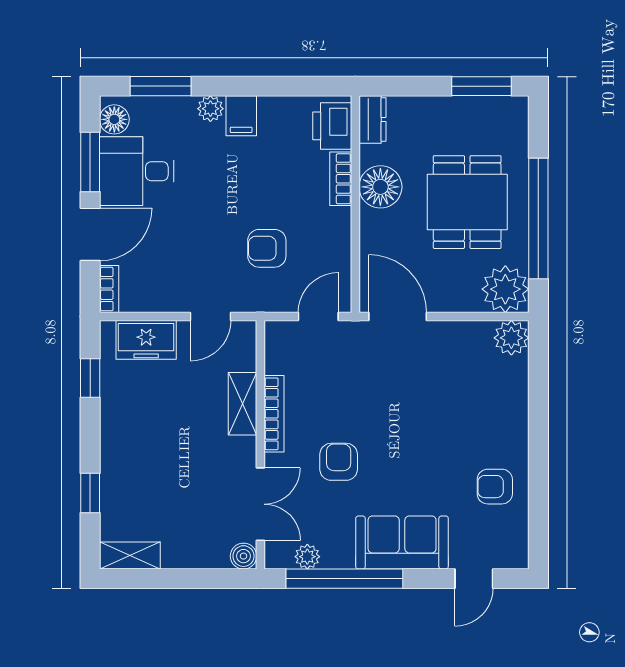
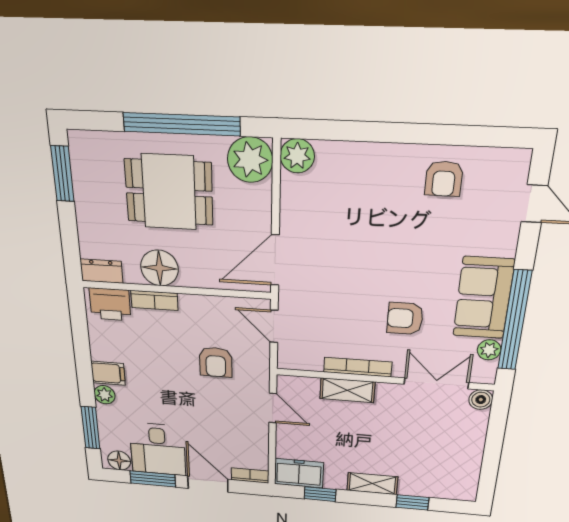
freezer: (146, 340) -> (299, 473), moved, turned -90
sofa: (402, 542) -> (483, 298), moved
shelving: (130, 556) -> (372, 484), moved, turned 90

